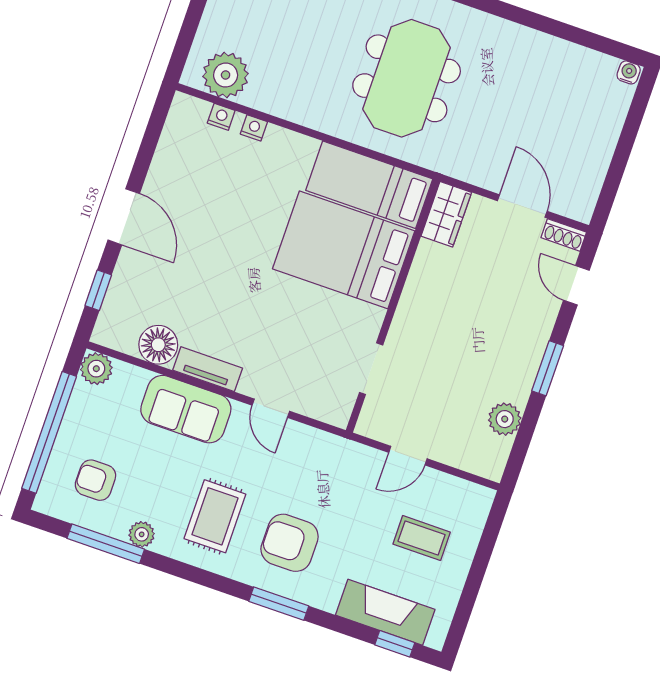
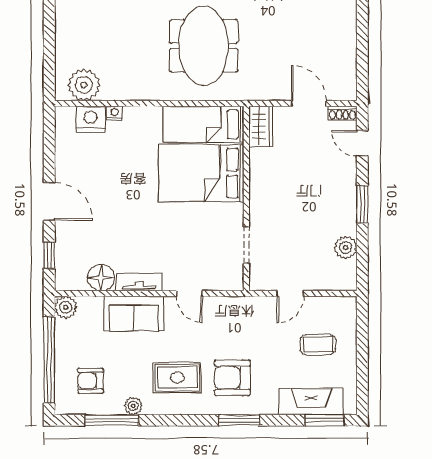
nightstand: (221, 117) -> (91, 119), width x1.89, depth x1.79
rug: (215, 516) -> (177, 377), turned 90
window: (395, 644) -> (324, 420), width x1.50

